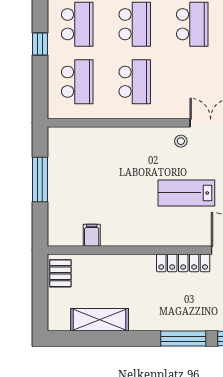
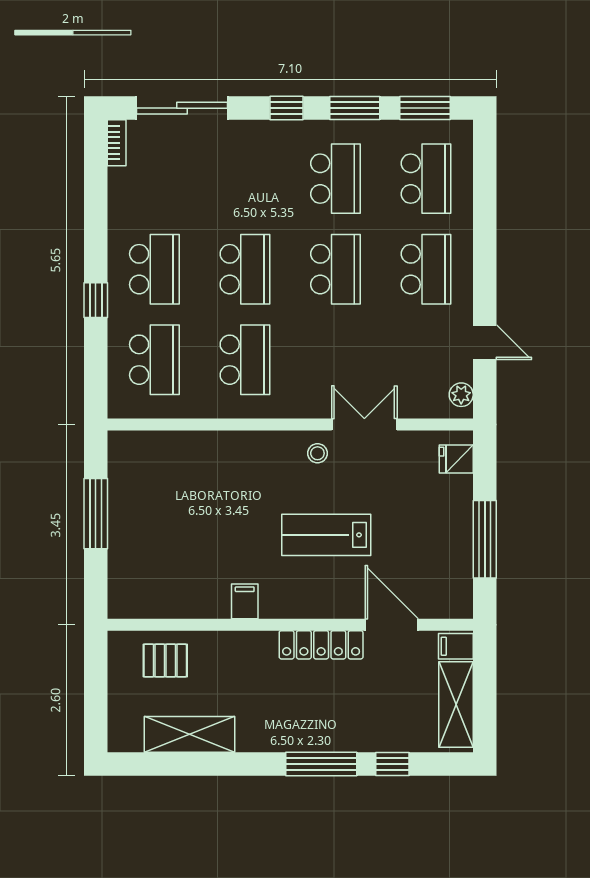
filing cabinet: (92, 235) -> (245, 601), moved
pallet: (60, 273) -> (165, 661), moved, turned 90

